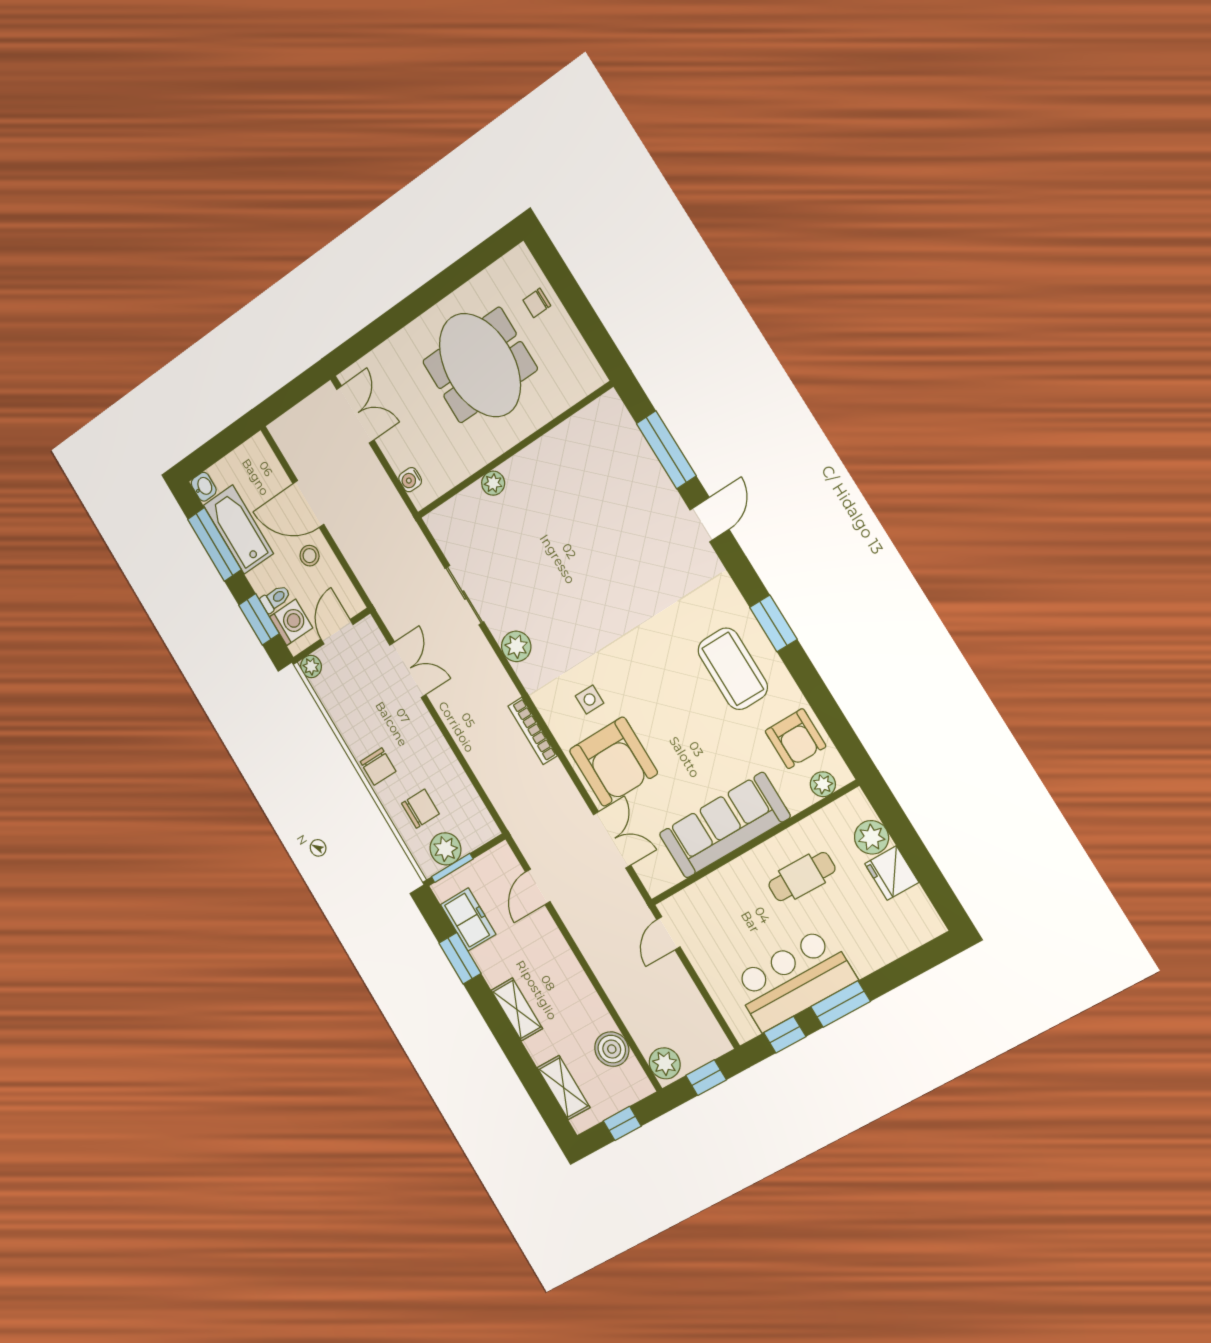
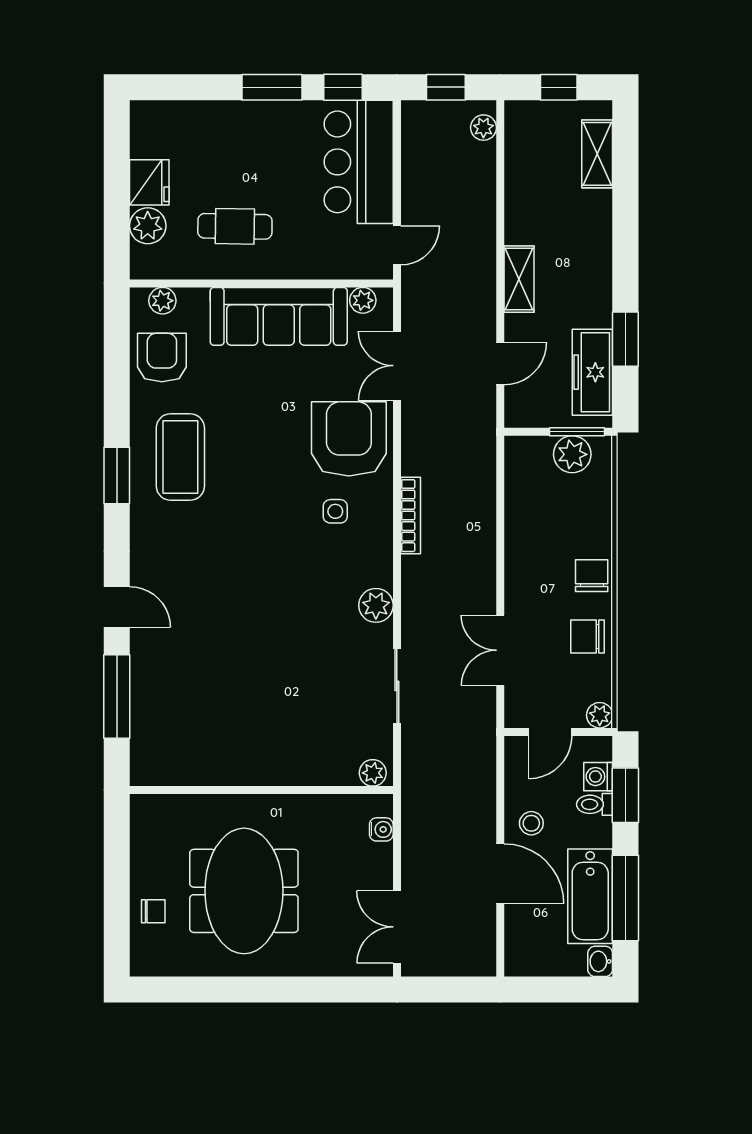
plant: (493, 483) -> (373, 773), moved
door: (709, 520) -> (117, 607), swing flipped
washing machine: (291, 622) -> (598, 777), width x0.73, depth x0.73
chair: (420, 809) -> (587, 636), moved
plant: (668, 876) -> (363, 300), added
freezer: (468, 919) -> (592, 372), width x1.40
bar counter: (793, 980) -> (359, 162), moved, turned 90
shelving: (517, 1009) -> (519, 279), moved
boiler: (612, 1049) -> (524, 165), removed
plant: (665, 1063) -> (483, 128), width x0.73, depth x0.73

